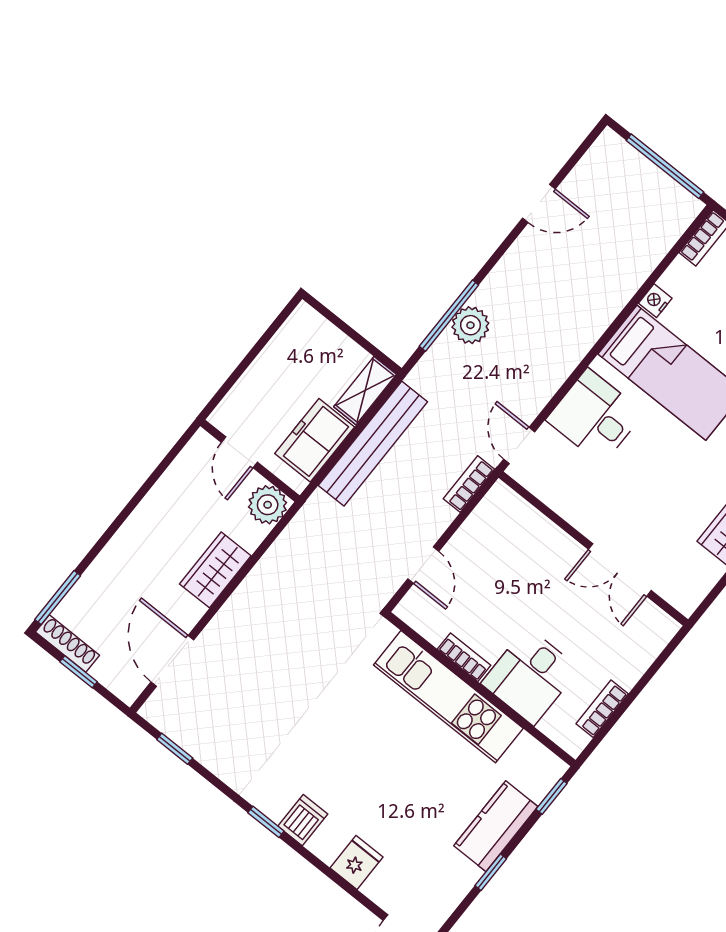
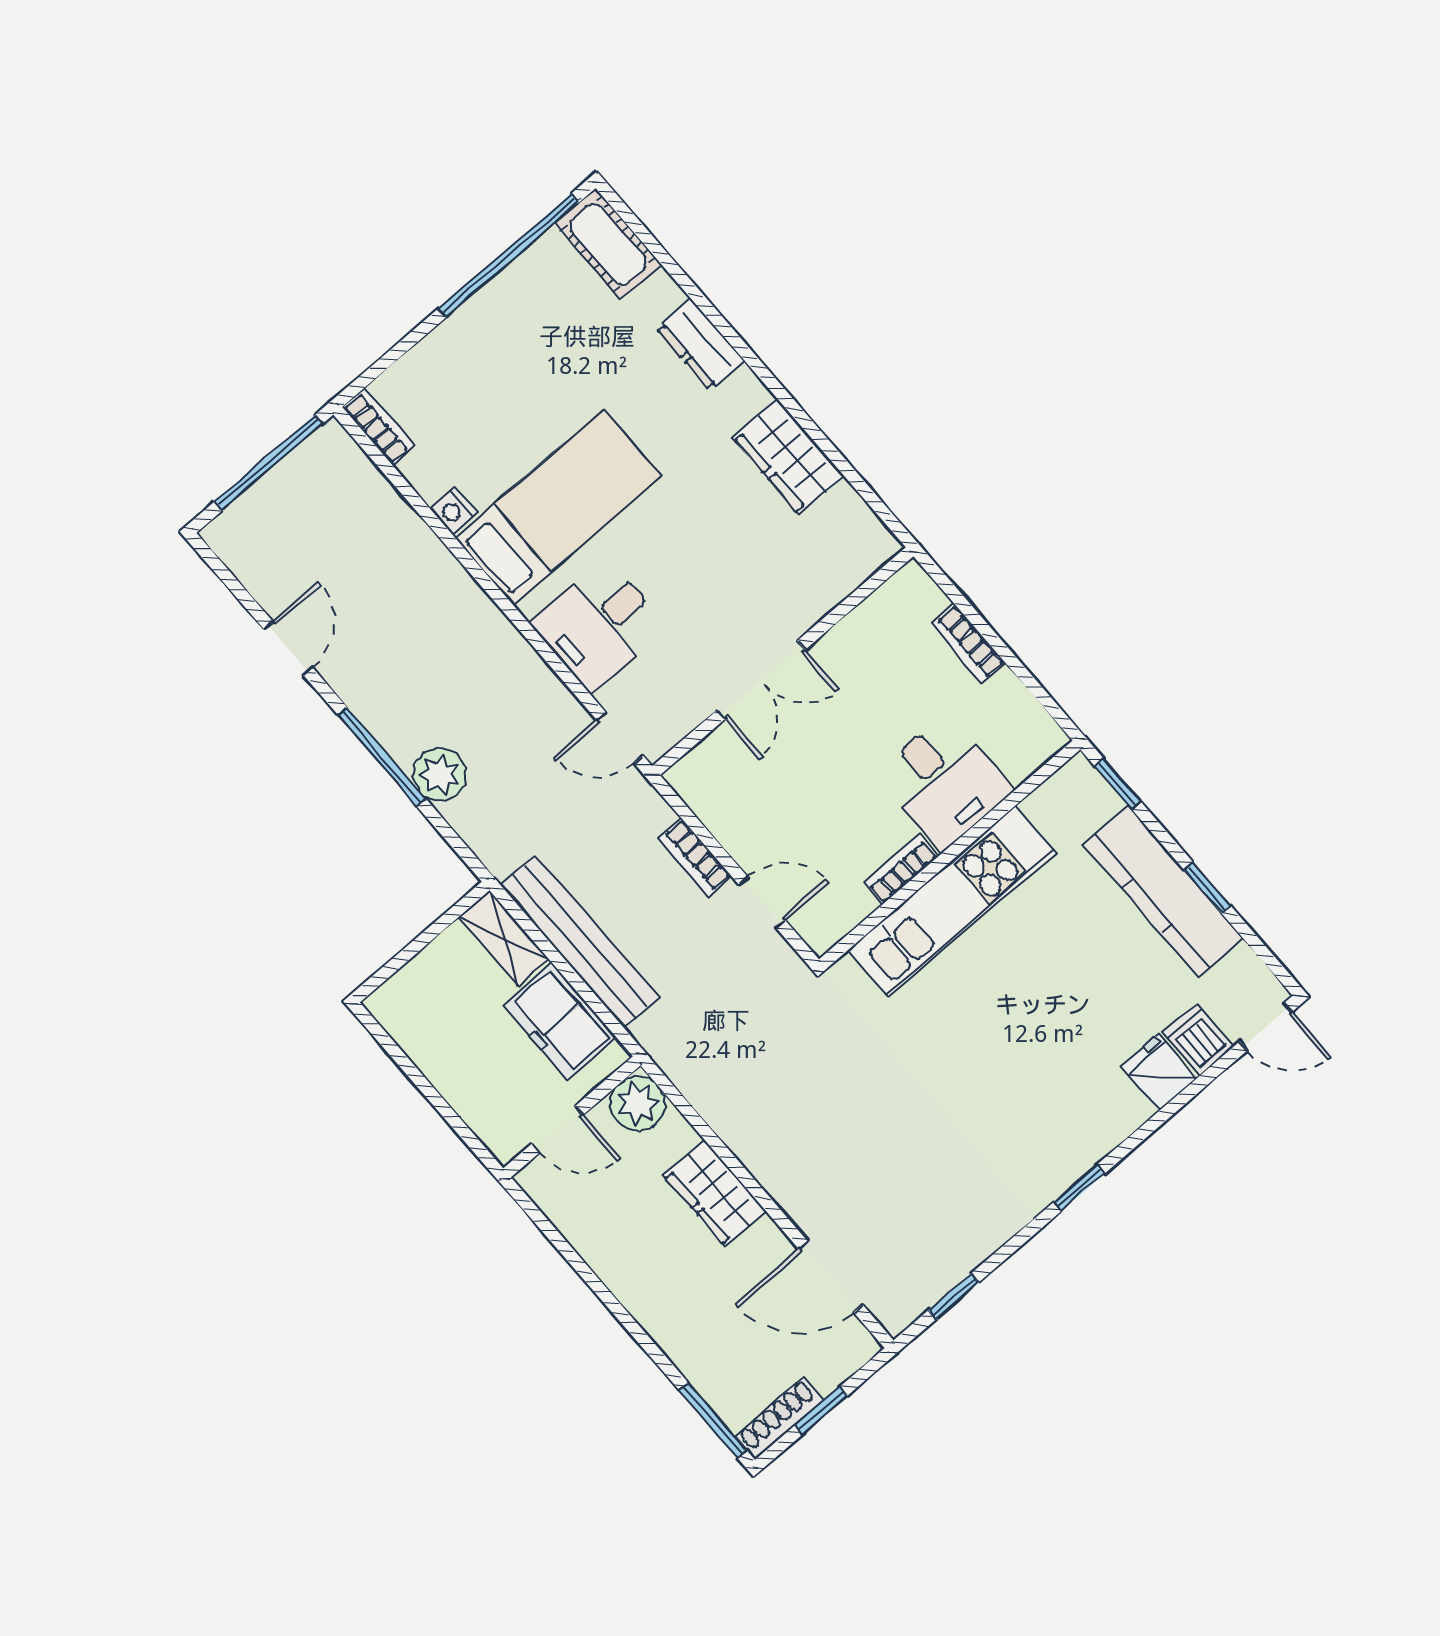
window: (449, 316) -> (382, 757), moved
bookcase: (469, 484) -> (695, 857), moved
double door: (620, 570) -> (761, 680), moved
bookcase: (602, 709) -> (968, 644), moved
dishwasher: (303, 820) -> (1198, 1039), moved
kitchen counter: (496, 826) -> (1164, 891), width x1.50

